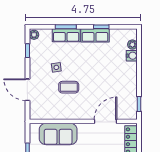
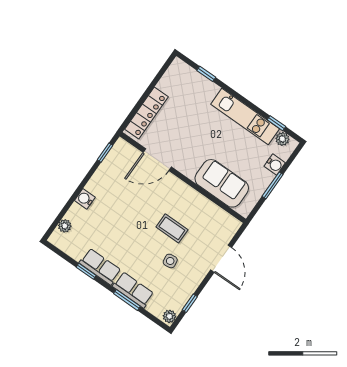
water cooler: (132, 56) -> (85, 199), moved

